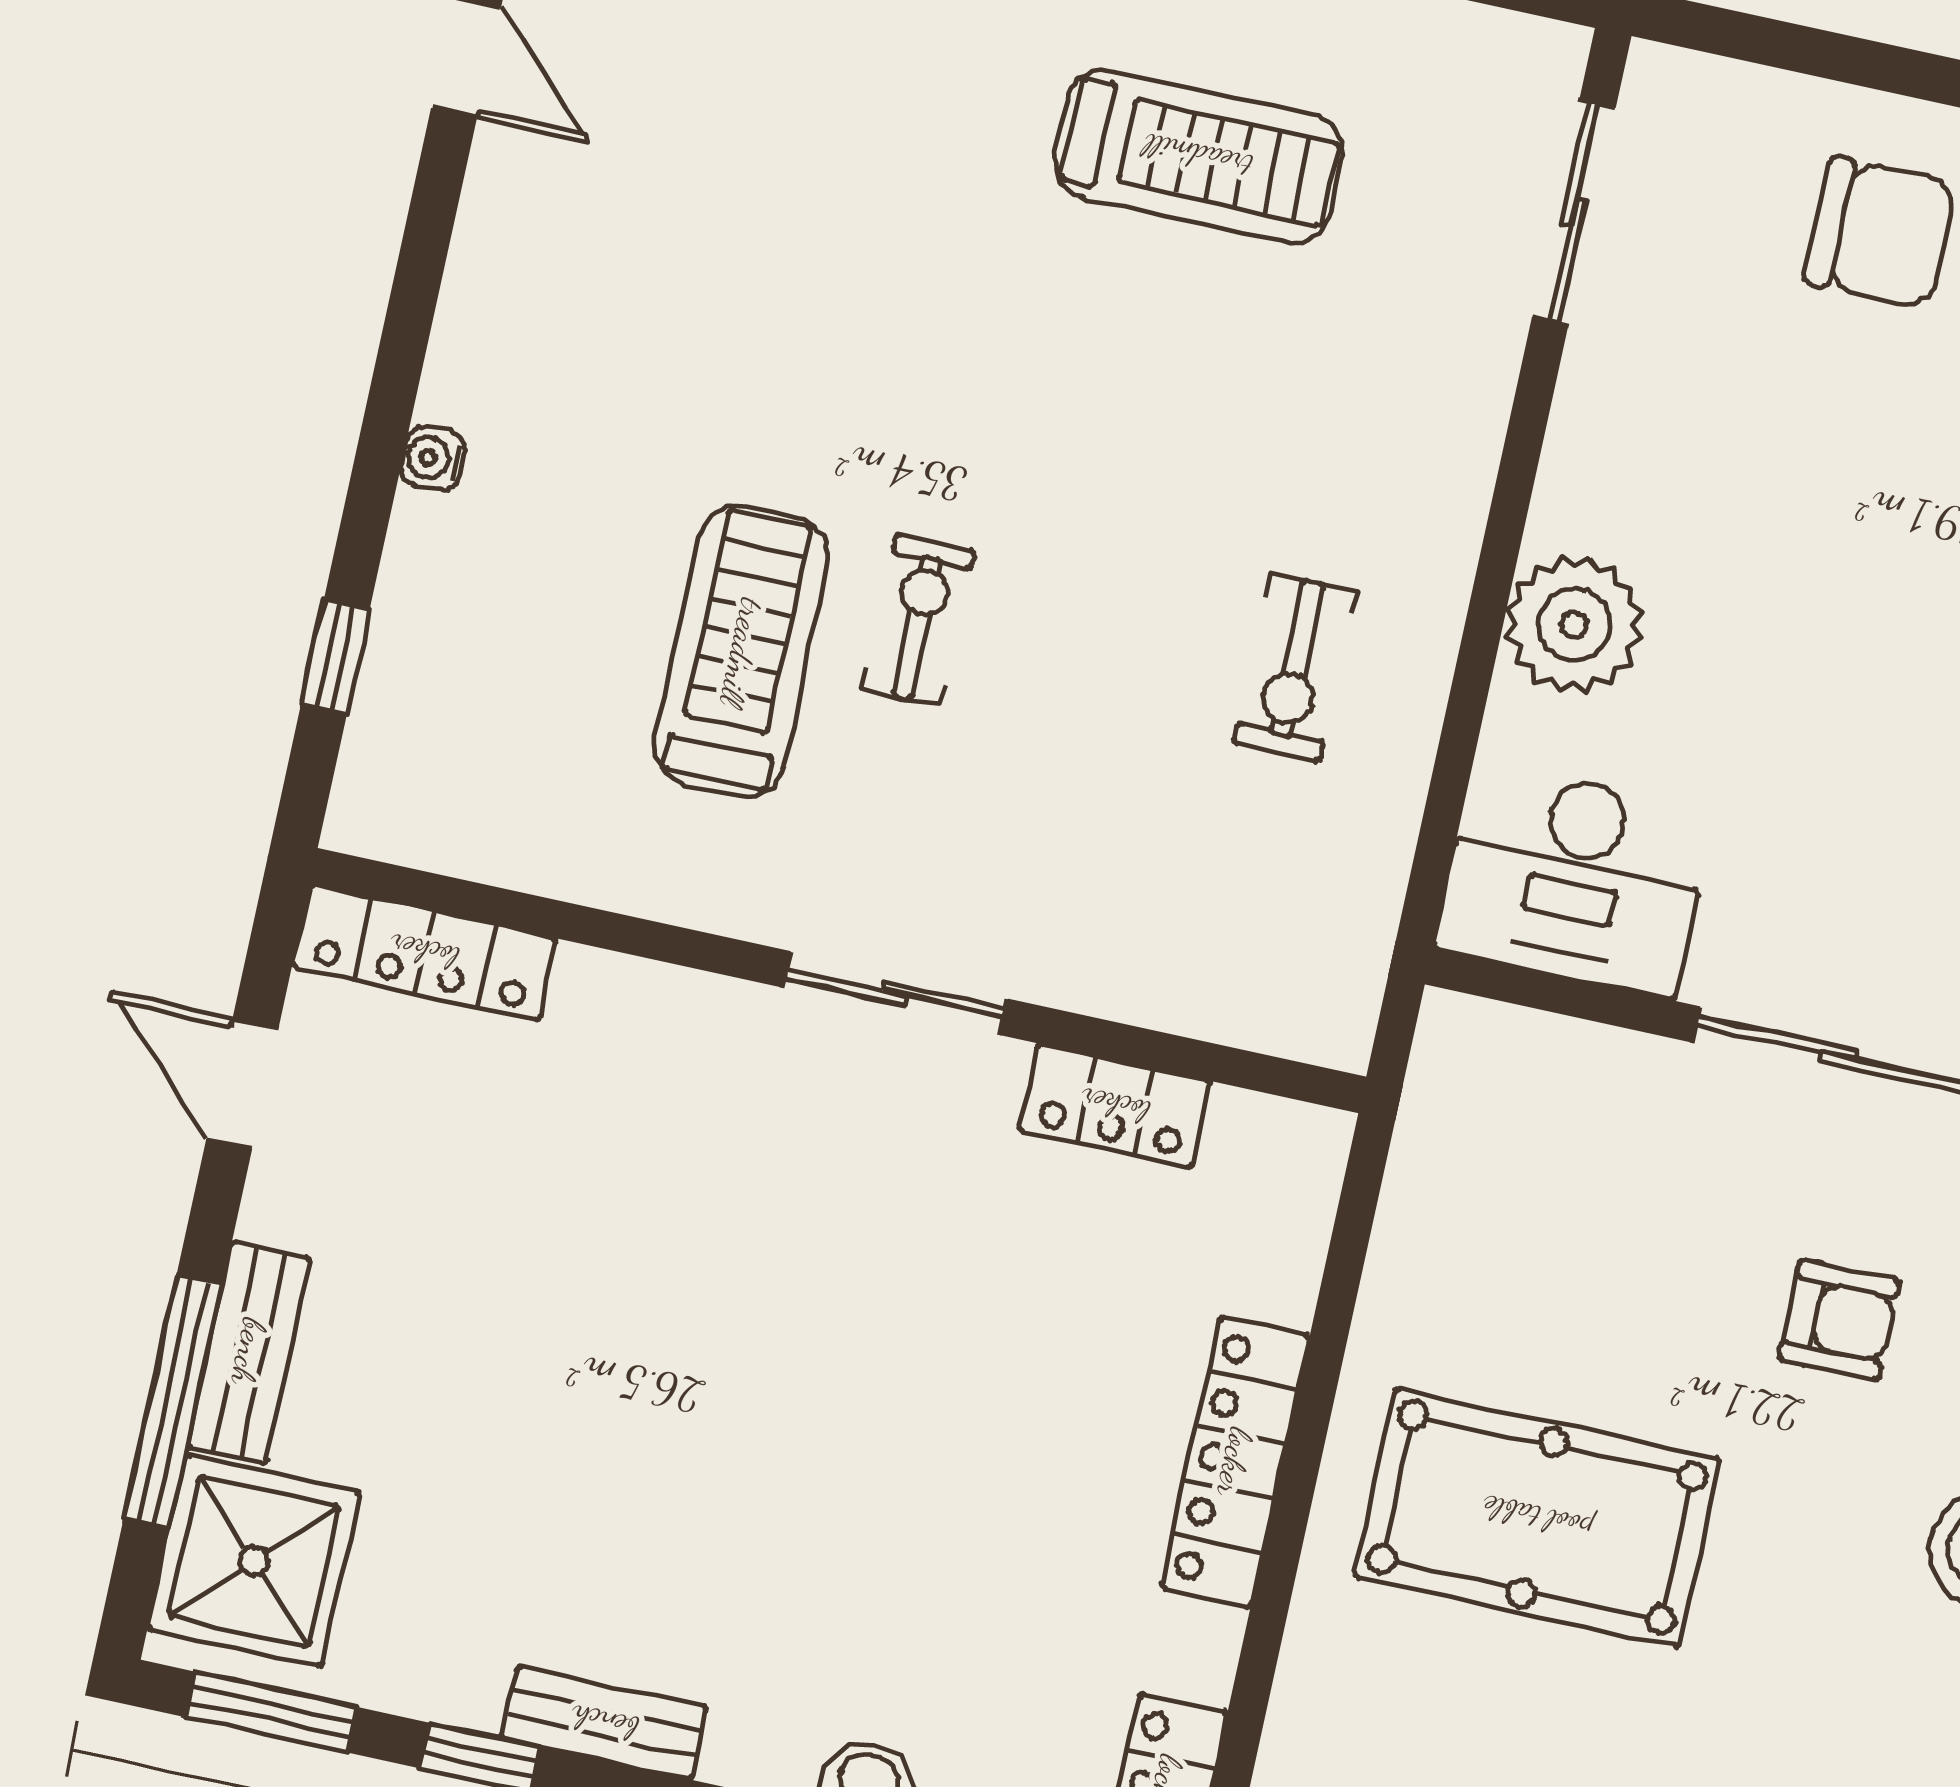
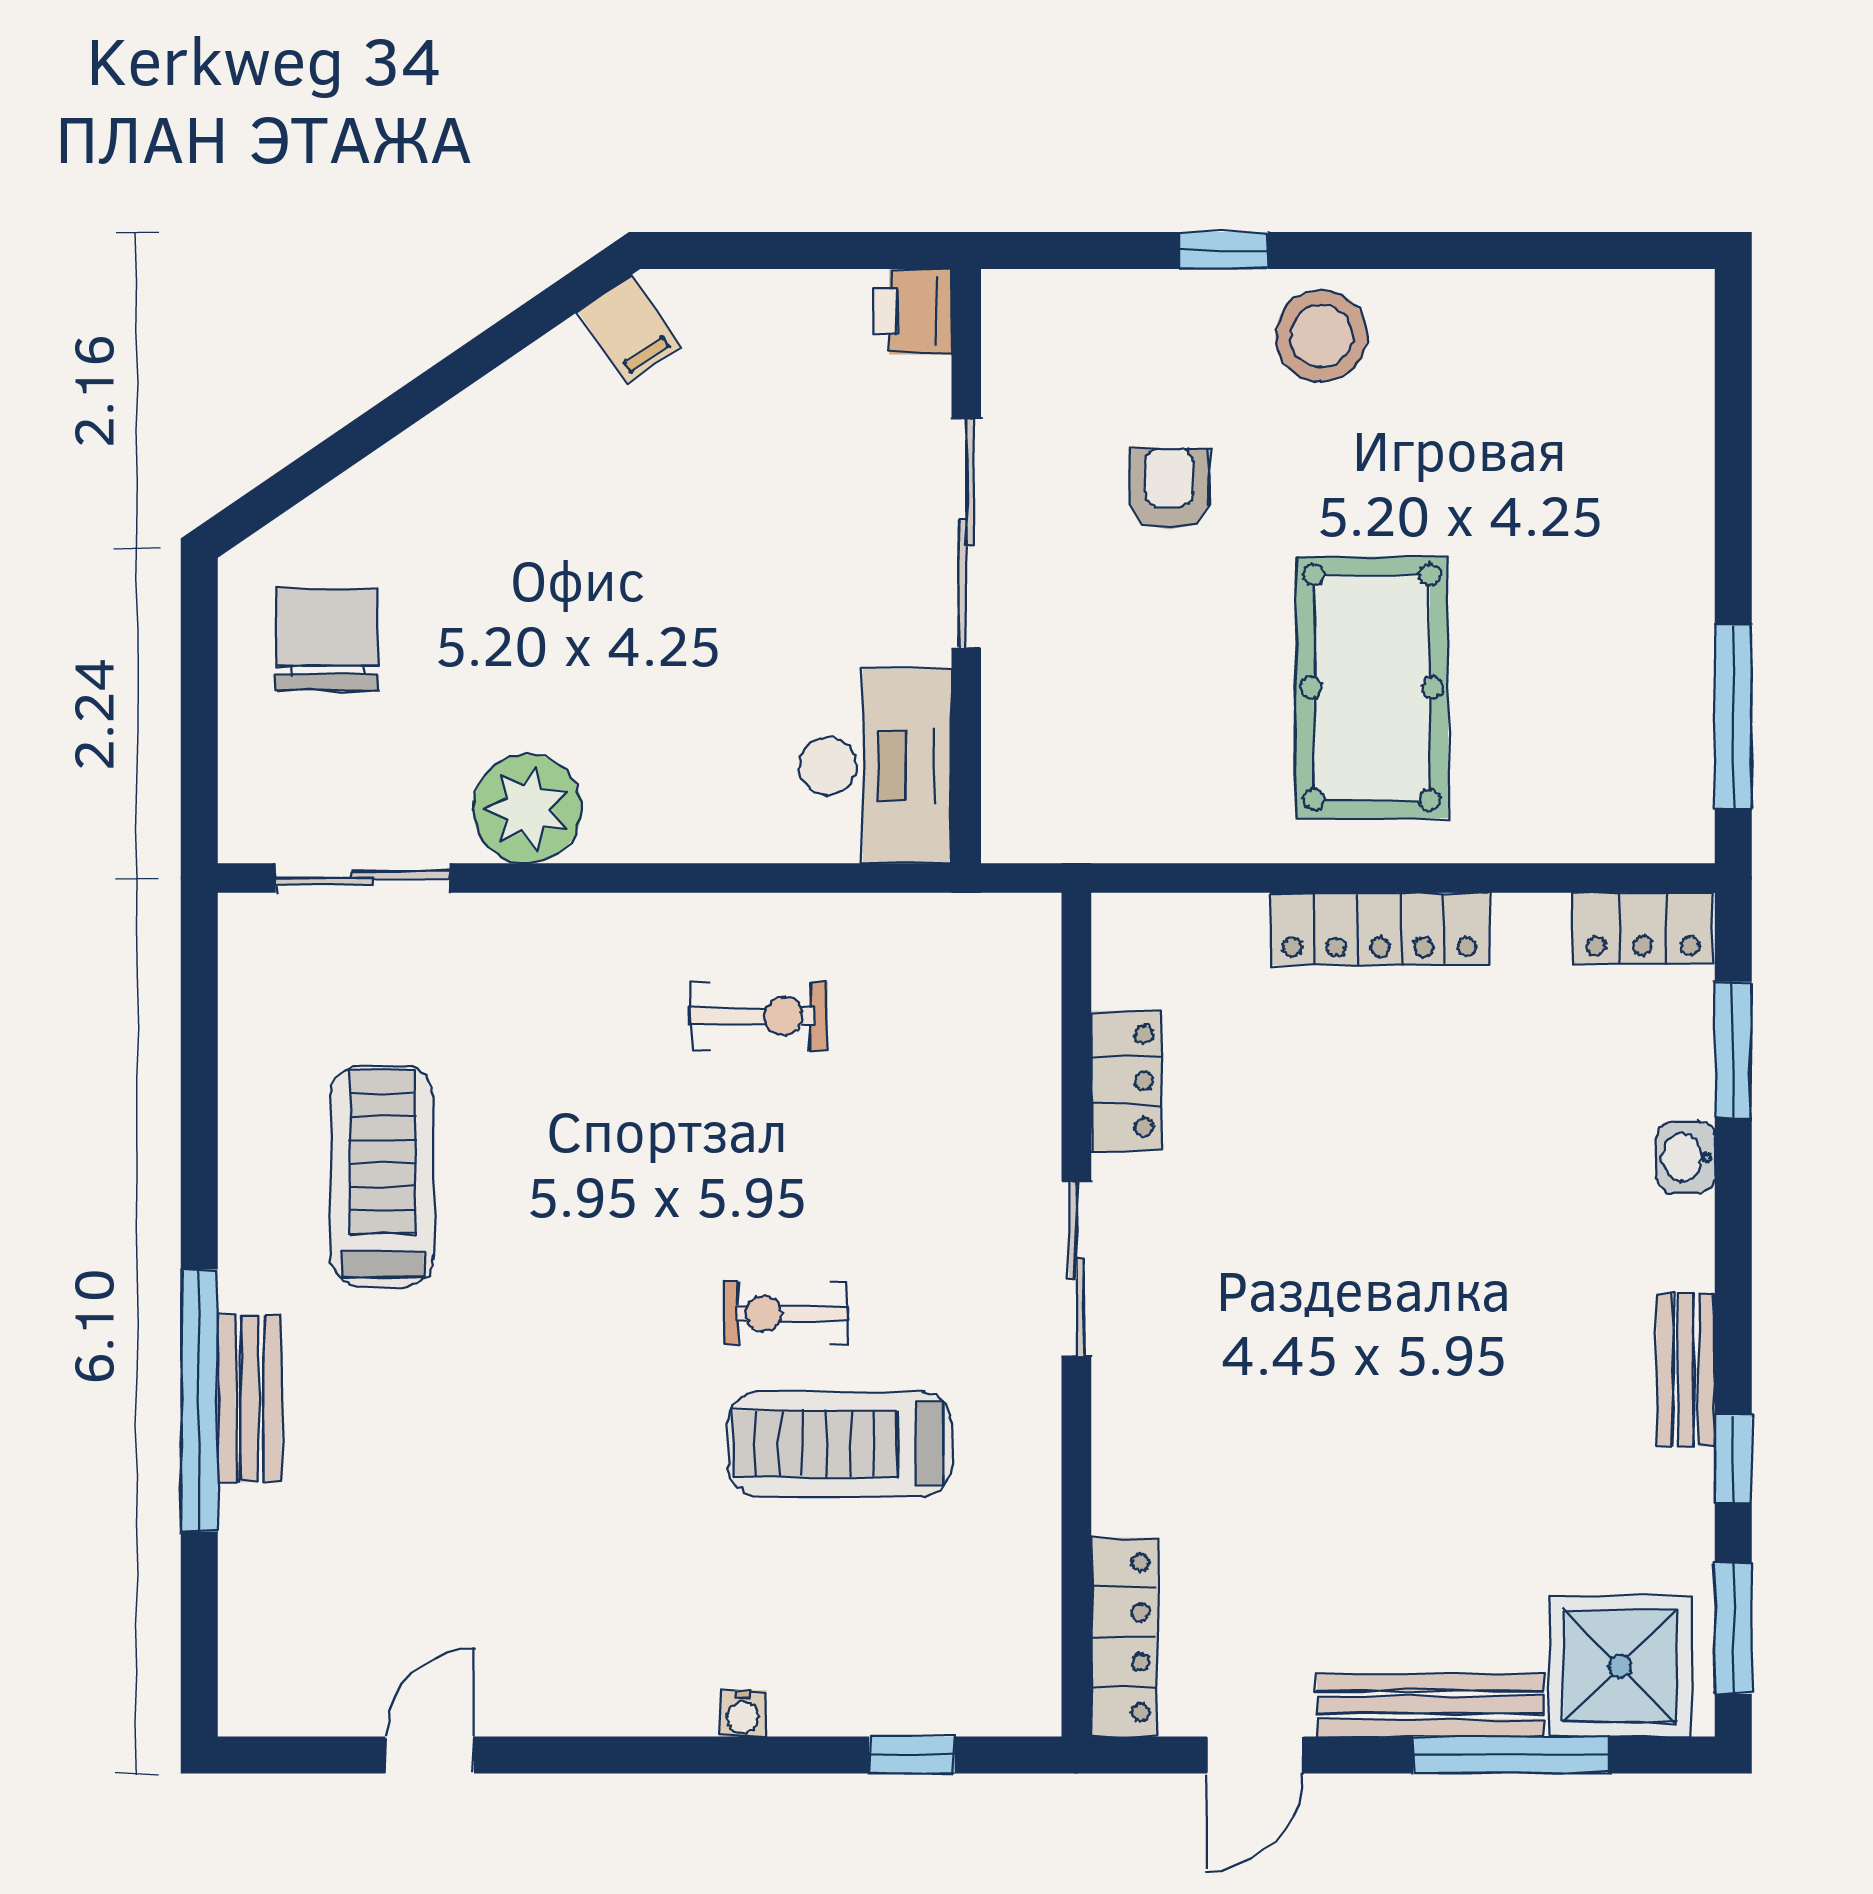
plant: (1574, 625) -> (527, 809), moved
bench: (249, 1352) -> (1430, 1705), width x1.36

